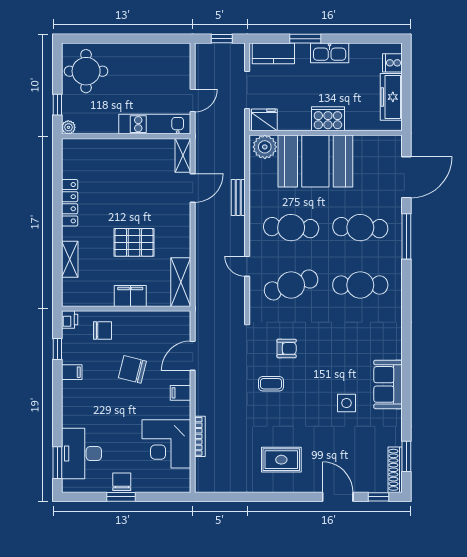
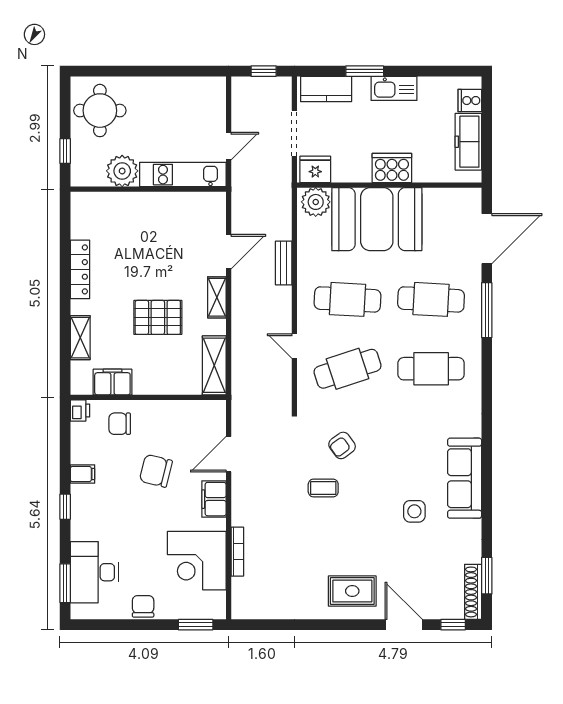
plant: (68, 127) -> (122, 171), moved, width x1.87, depth x1.87
shelving: (183, 155) -> (217, 297), moved
filing cabinet: (130, 296) -> (112, 382), moved
chair: (102, 331) -> (120, 424), turned 180
armchair: (287, 348) -> (342, 445), turned 144
window: (57, 349) -> (65, 507), moved
sofa: (388, 384) -> (465, 478), width x1.36
filing cabinet: (181, 393) -> (214, 499), width x2.00
rug: (281, 460) -> (352, 591), moved
window: (121, 497) -> (196, 625), moved

